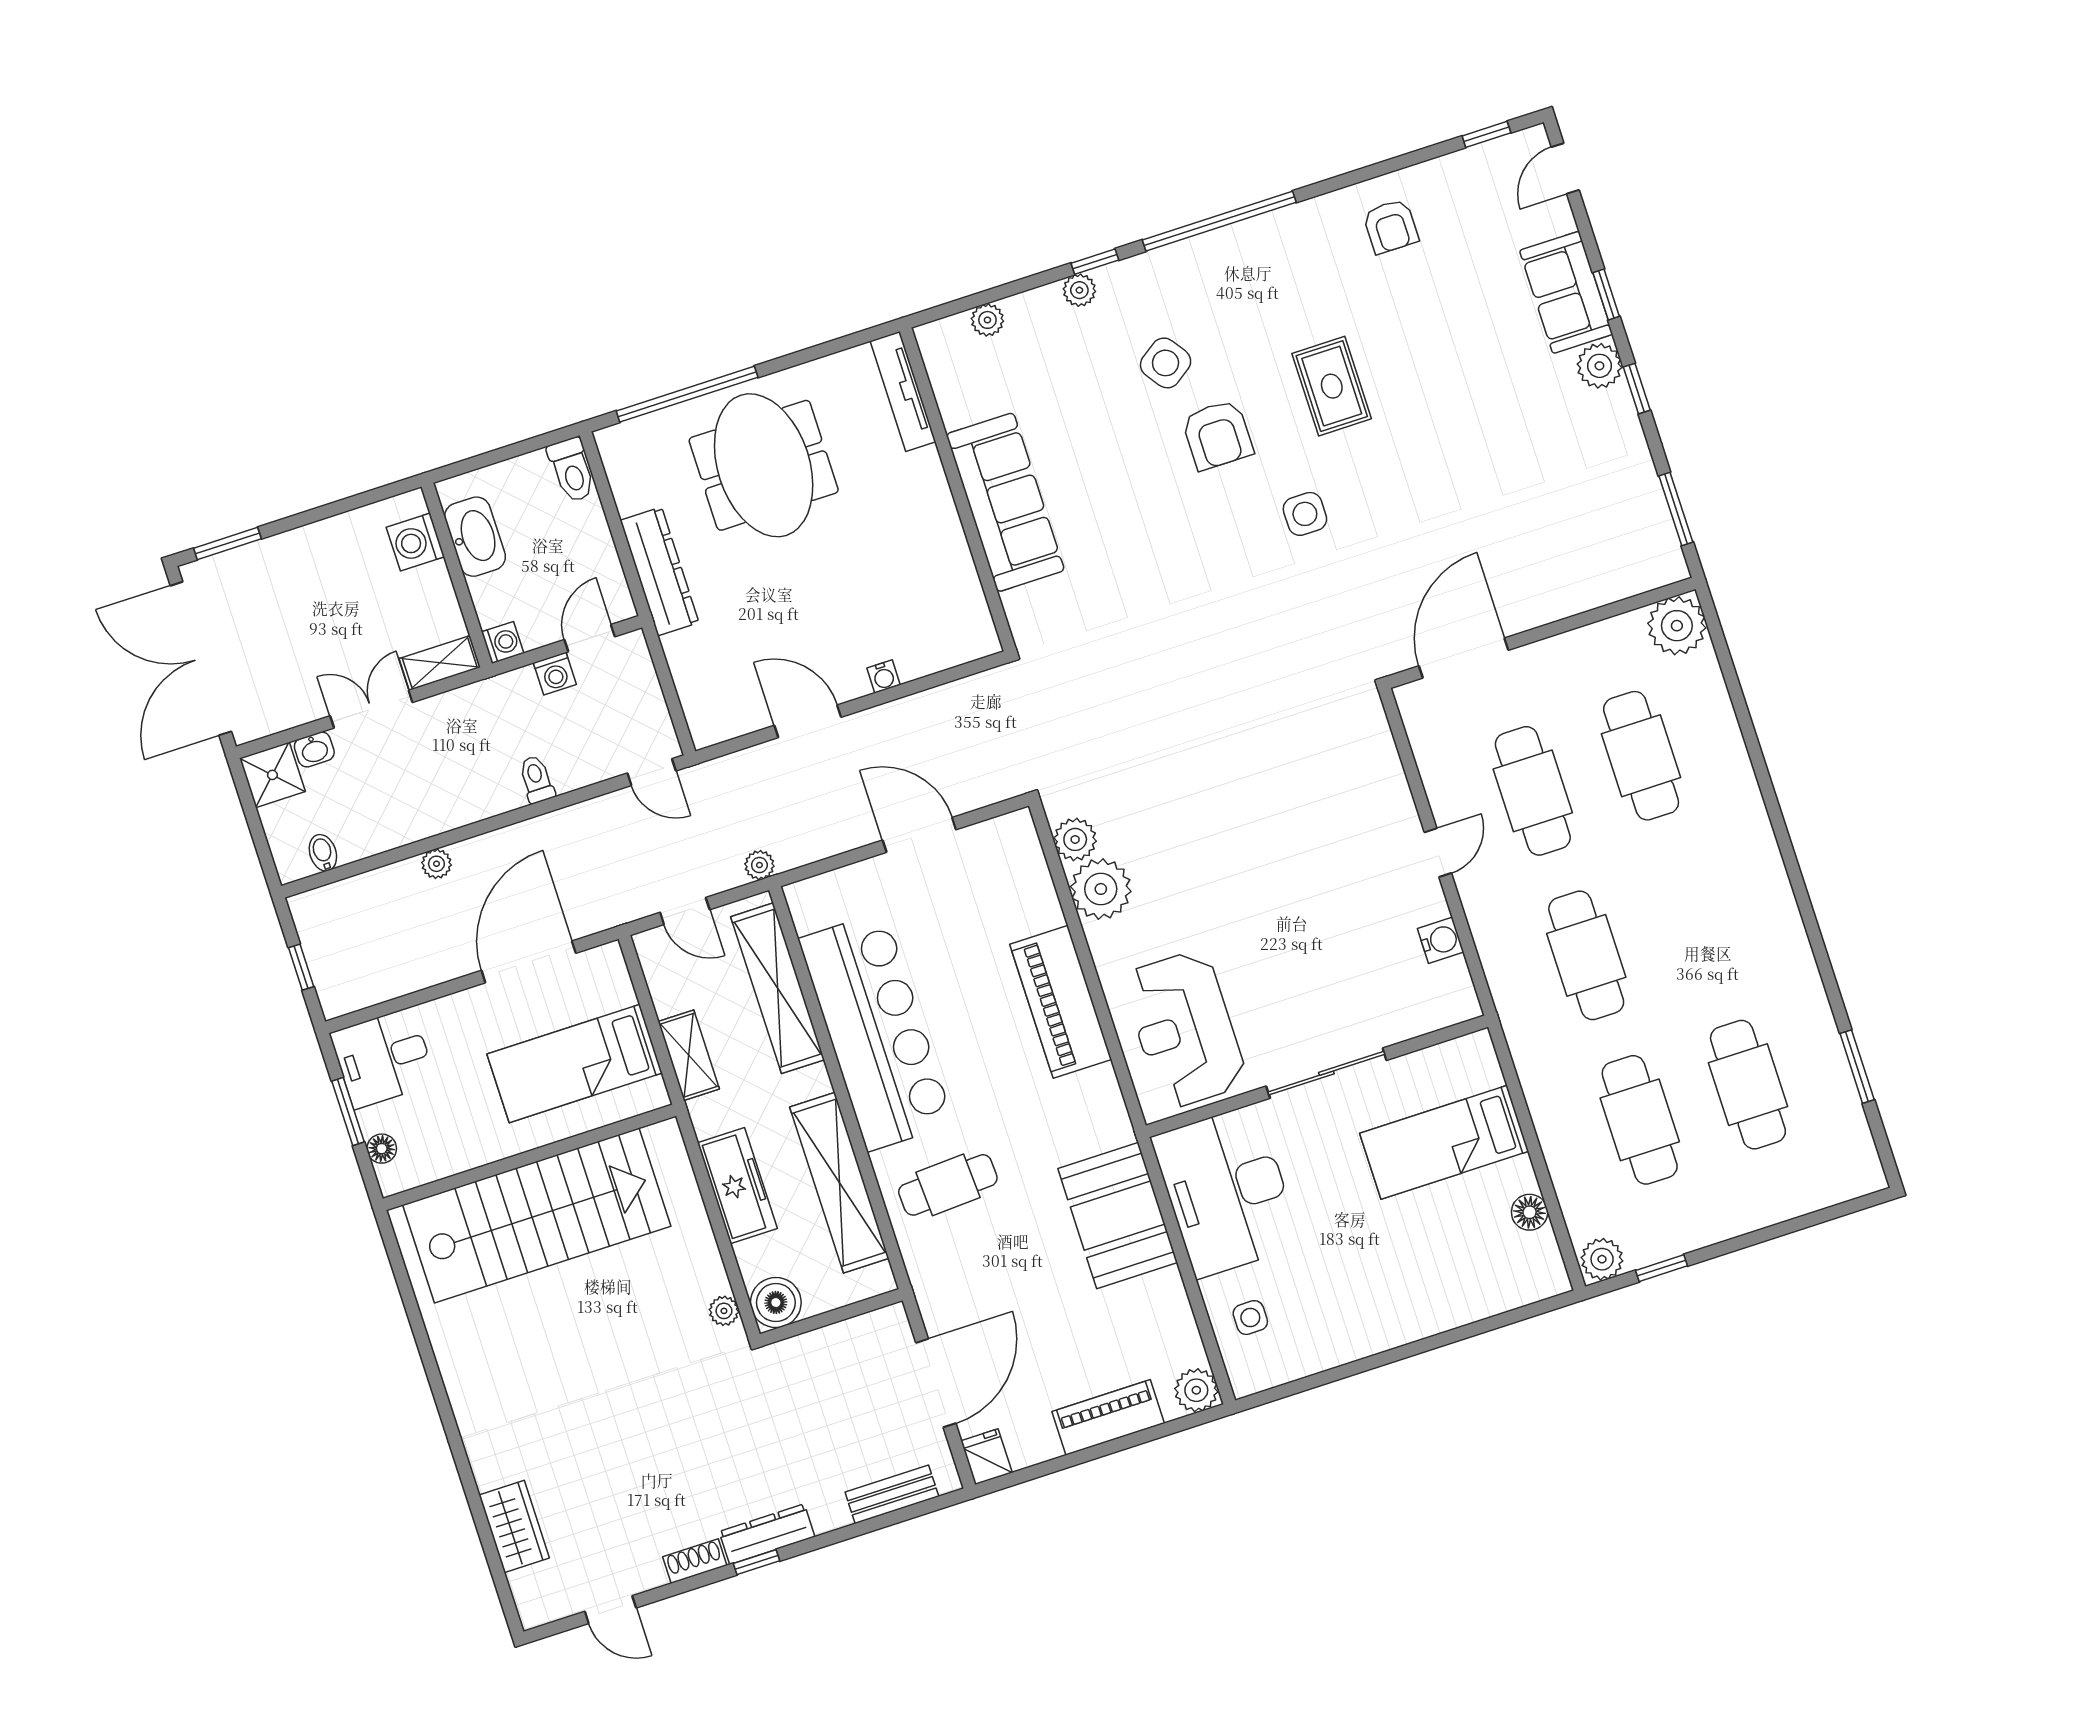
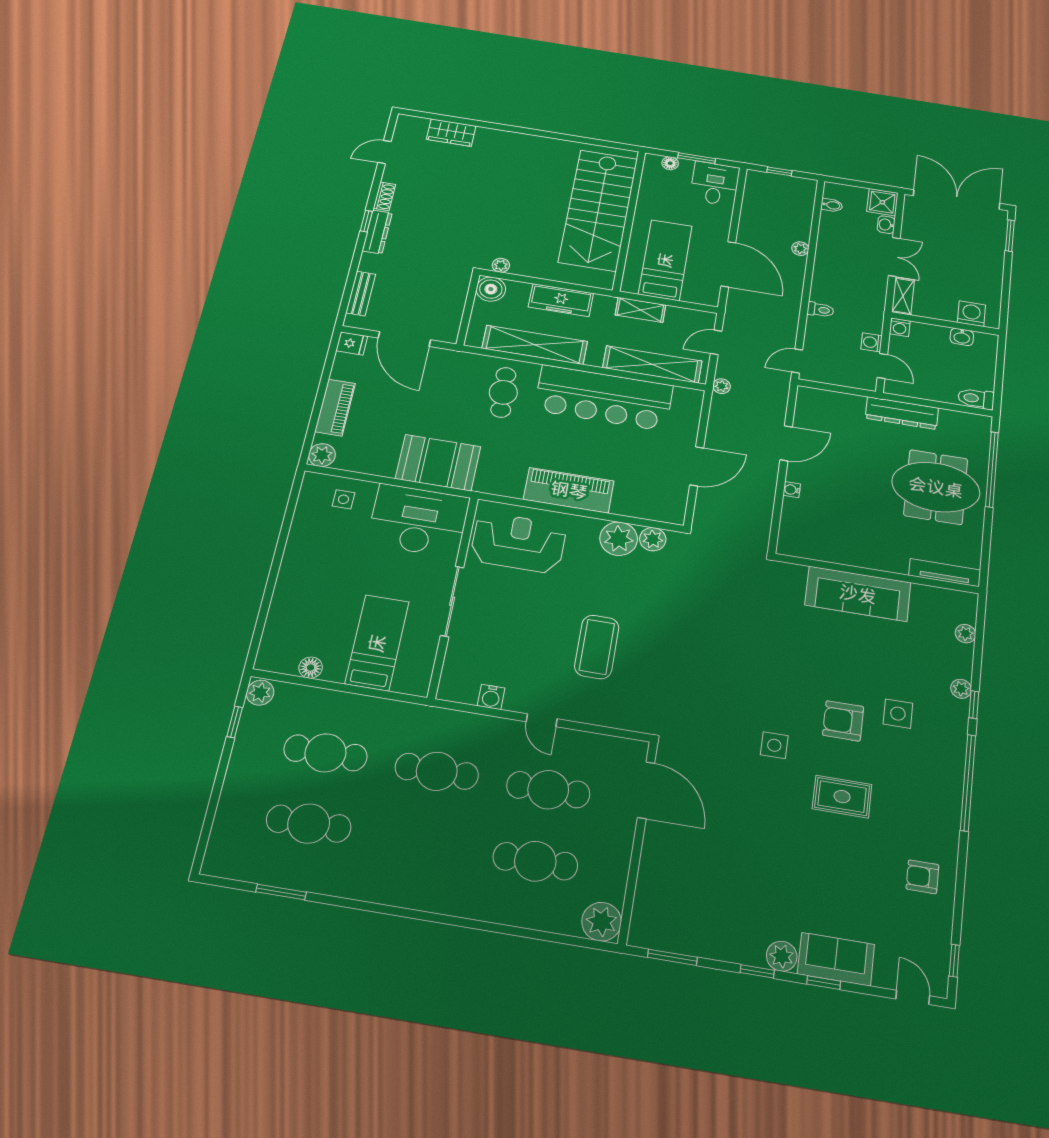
side table: (1166, 363) -> (898, 714), turned 35
washbasin: (475, 537) -> (962, 337), width x0.52, depth x0.69
coffee table: (1288, 833) -> (597, 647), added

